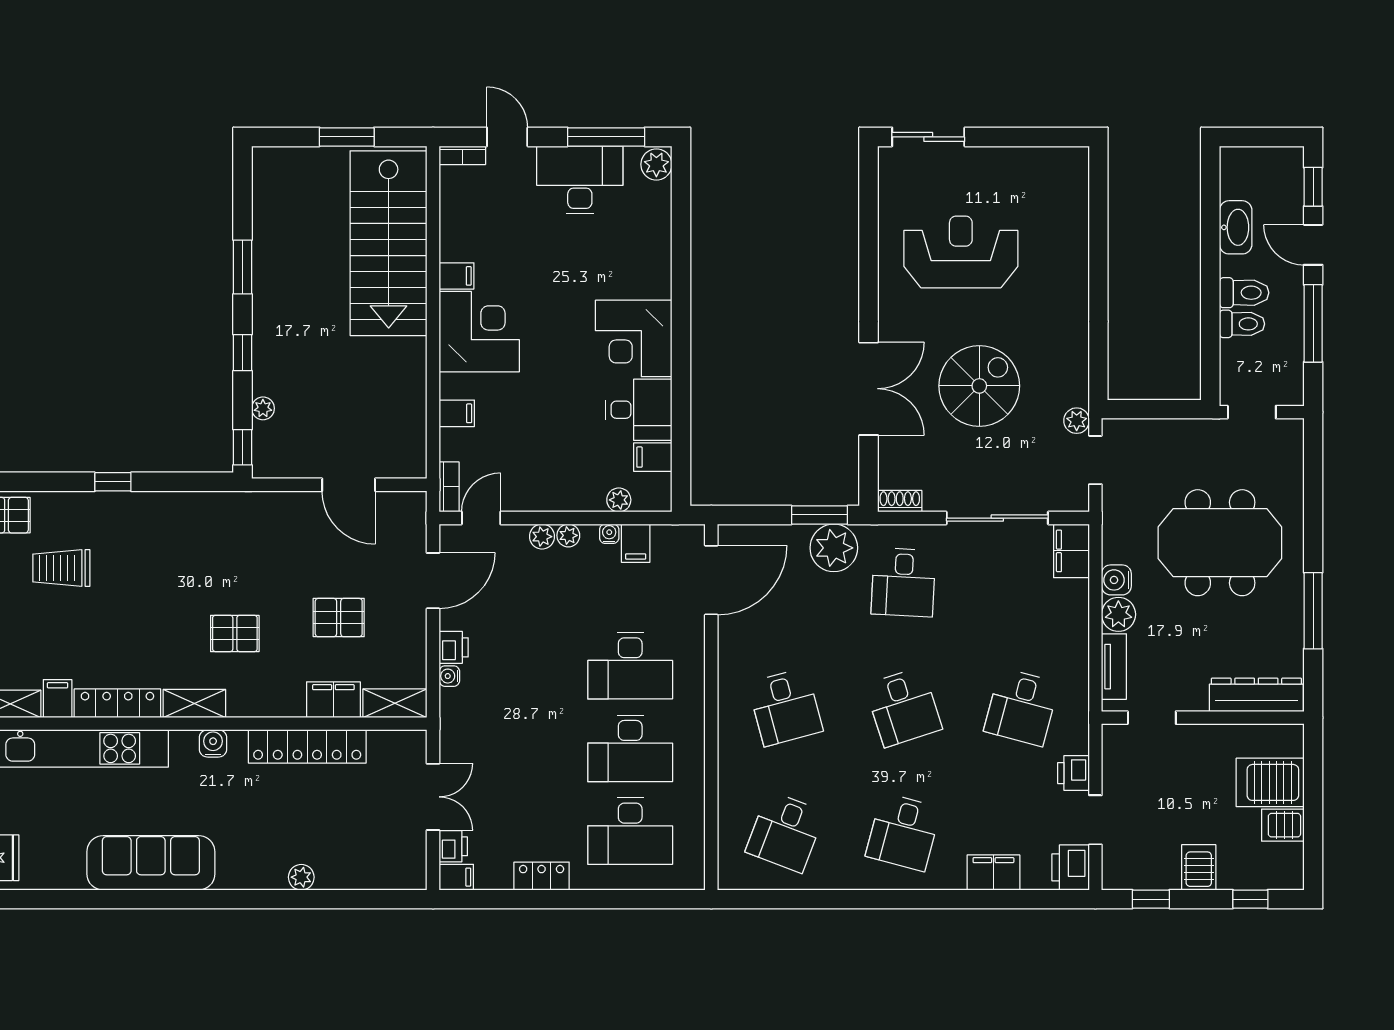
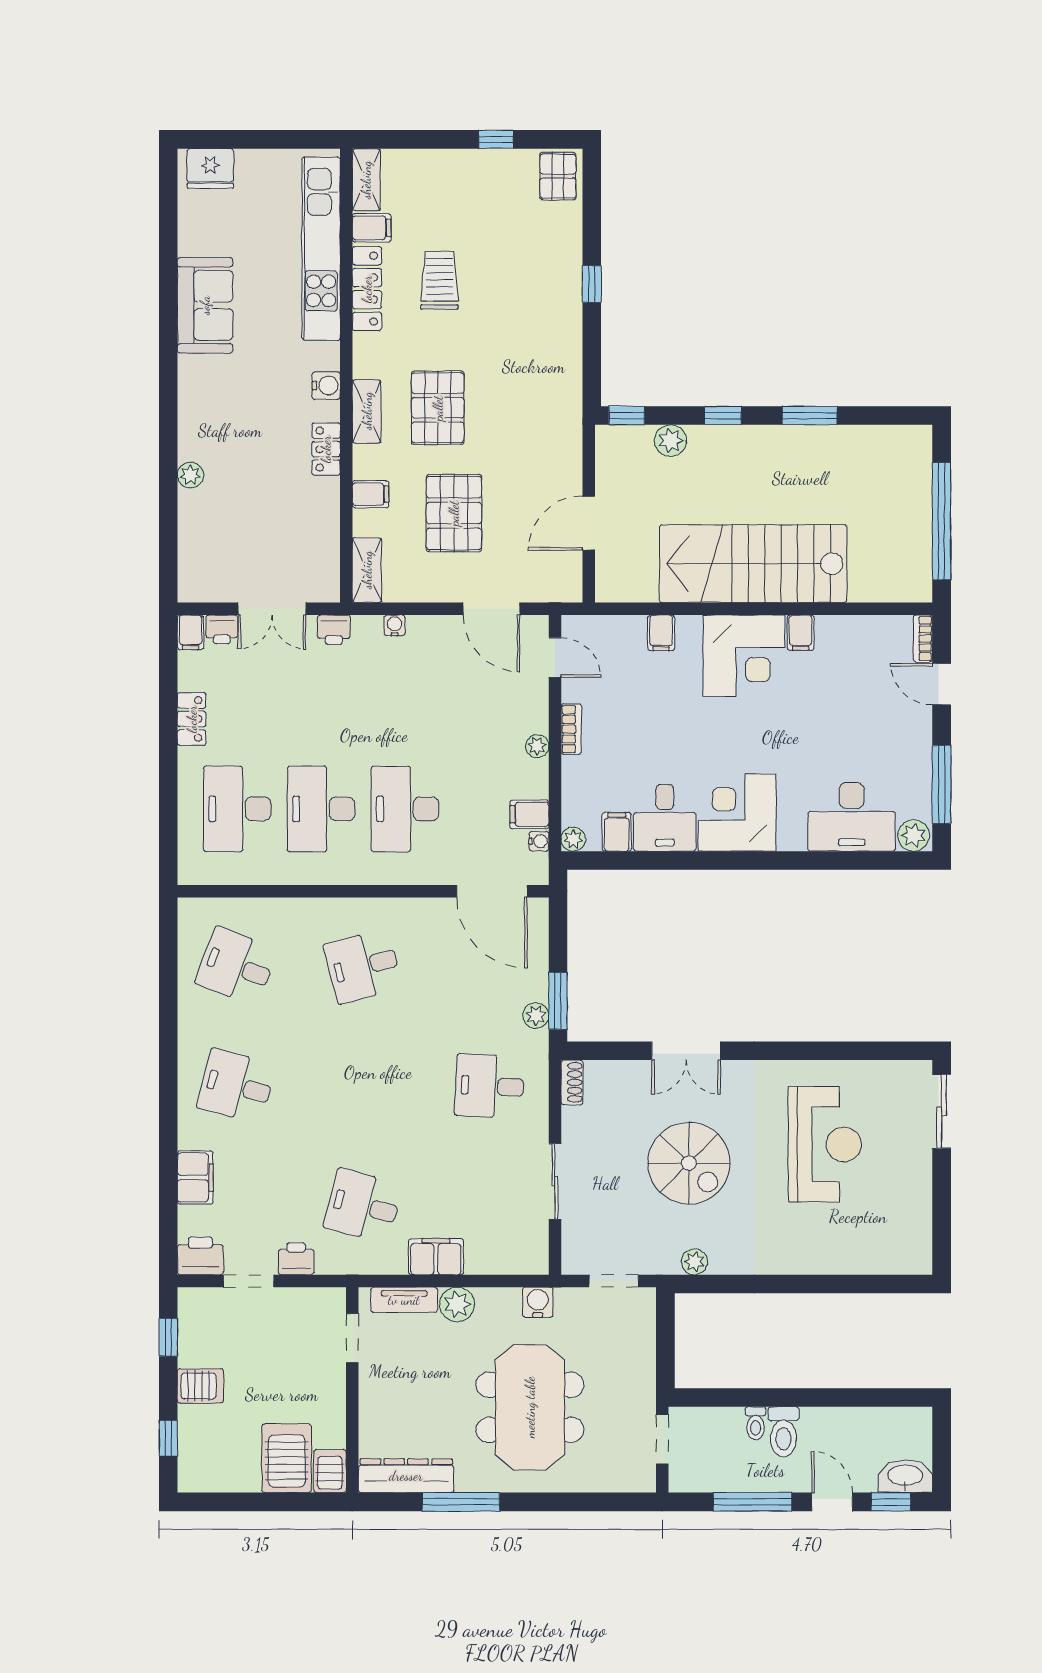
window: (347, 137) -> (942, 521), width x2.11
door: (507, 137) -> (942, 684), swing flipped
desk: (580, 180) -> (852, 817), moved, turned 90
washbasin: (1236, 227) -> (905, 1476), moved, turned 180
stairs: (389, 243) -> (753, 564), moved
door: (1313, 245) -> (832, 1502), hinge flipped
toilet: (1242, 324) -> (756, 1423), width x0.73, depth x0.72
double door: (869, 389) -> (686, 1051), width x0.73
plant: (263, 408) -> (671, 441), width x1.38, depth x1.38
plant: (1077, 421) -> (694, 1262), moved
bookcase: (449, 487) -> (571, 729), moved, turned -90
plant: (619, 500) -> (573, 839), moved
sliding door: (997, 518) -> (555, 1181), width x0.73
water cooler: (609, 534) -> (539, 841), moved
plant: (542, 537) -> (536, 719), removed
plant: (834, 548) -> (536, 1015), width x0.53, depth x0.53
filing cabinet: (1071, 551) -> (436, 1257), moved
trolley: (61, 568) -> (439, 280), moved
water cooler: (1116, 580) -> (538, 1302), moved
pallet: (339, 618) -> (454, 513), width x1.50, depth x1.42
pallet: (235, 633) -> (438, 408), width x1.50, depth x1.42
printer: (454, 647) -> (334, 630), moved
dresser: (1256, 695) -> (406, 1476), moved, turned -90
filing cabinet: (333, 700) -> (371, 494), width x0.50
shelving: (194, 704) -> (367, 411), moved
desk: (903, 707) -> (363, 1086), removed
locker: (307, 746) -> (326, 449), width x0.46, depth x0.83
server rack: (1283, 825) -> (330, 1471), moved
sofa: (151, 863) -> (205, 305), width x0.73

